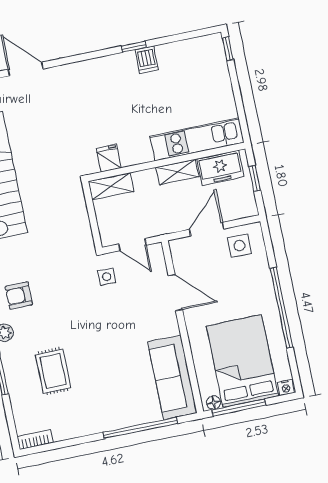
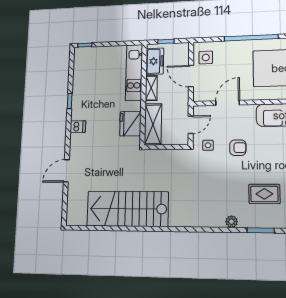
dishwasher: (147, 60) -> (78, 127), moved
fridge: (109, 158) -> (130, 124), width x1.88, depth x1.34
shelving: (111, 186) -> (153, 124), width x1.50, depth x1.33
armchair: (19, 296) -> (238, 148), moved, turned -90

